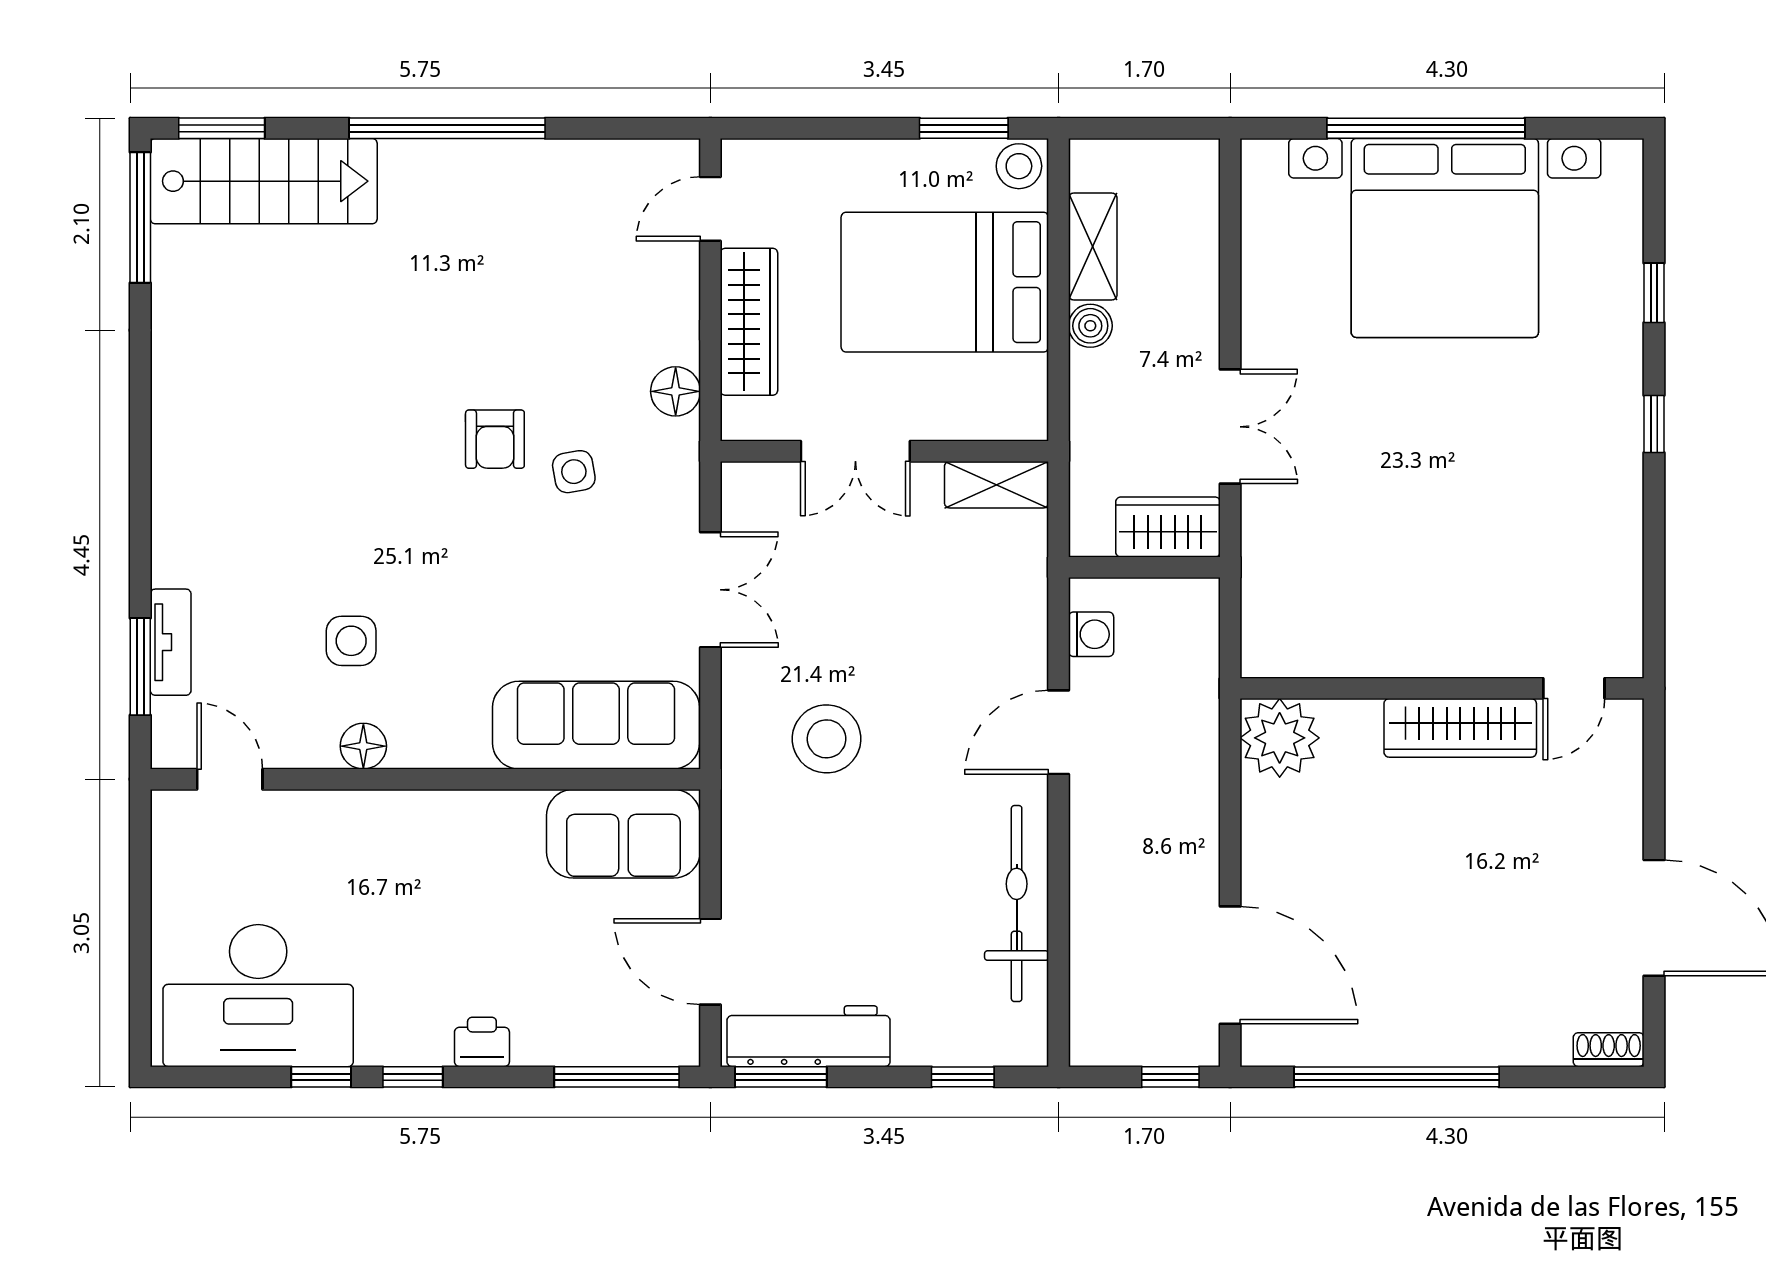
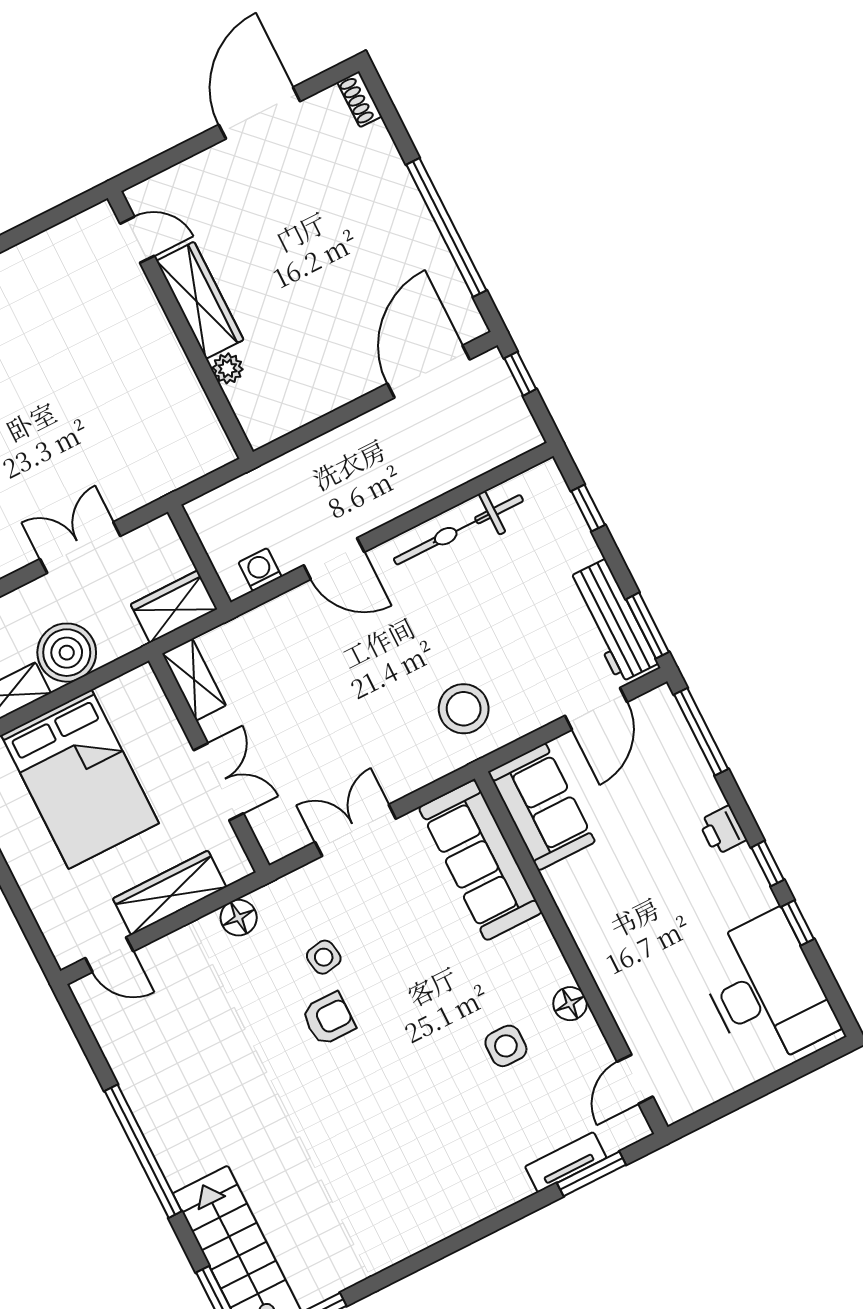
boiler: (1090, 326) -> (67, 653), width x1.86, depth x1.86
wardrobe: (1168, 527) -> (174, 607), moved, turned 90
plant: (1280, 738) -> (228, 368), moved, width x0.53, depth x0.53
stool: (827, 739) -> (464, 709), moved

